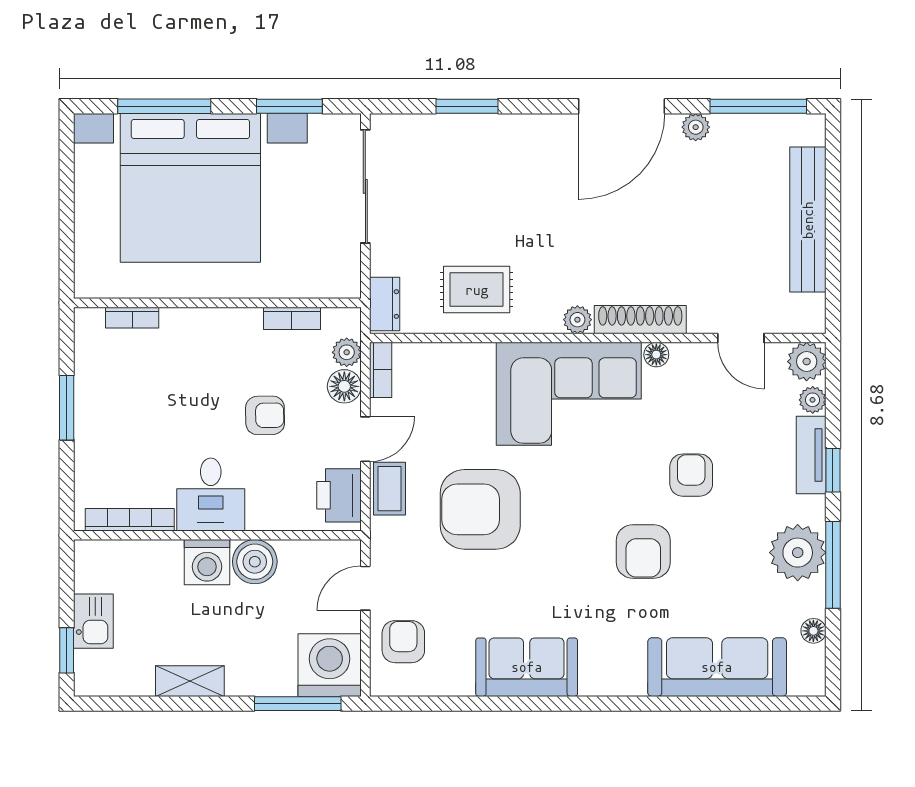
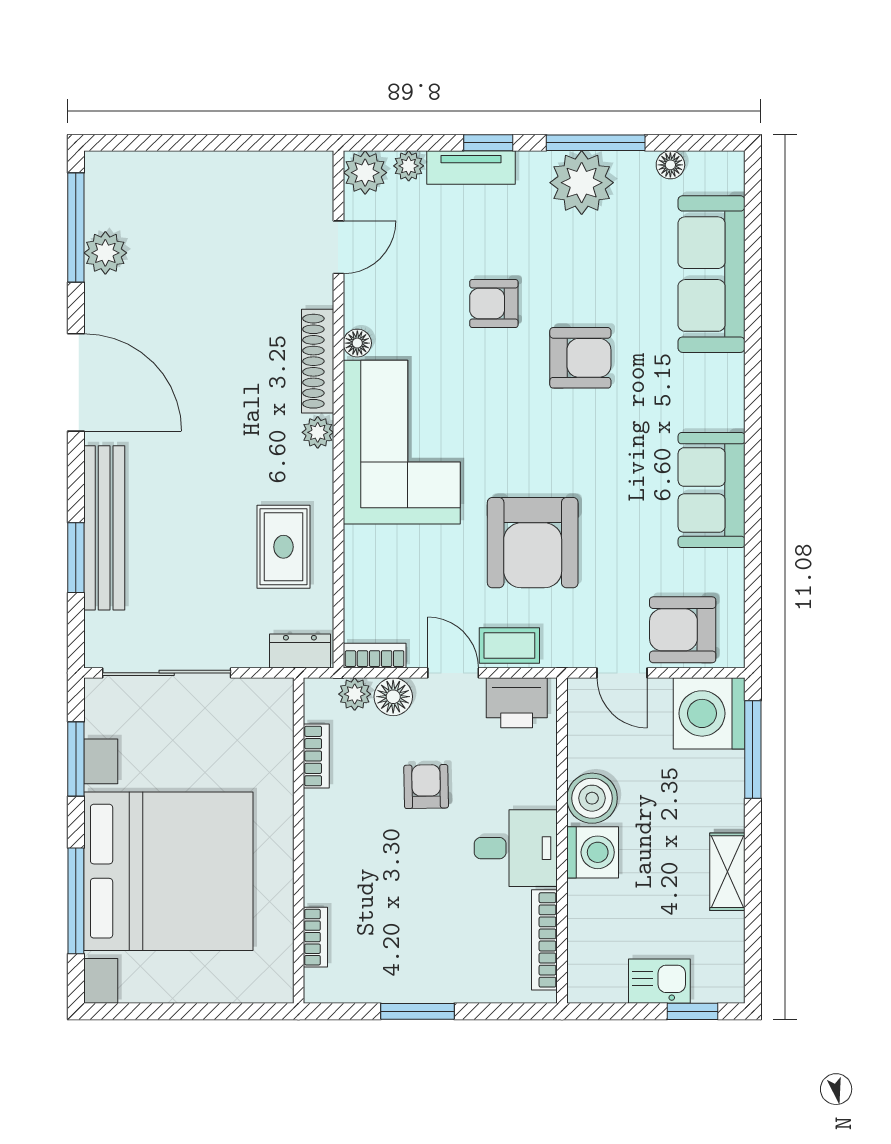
plant: (696, 127) -> (105, 253), moved, width x1.38, depth x1.38
bench: (808, 220) -> (104, 528), moved, turned 90
armchair: (403, 642) -> (683, 630), width x1.38, depth x1.38

